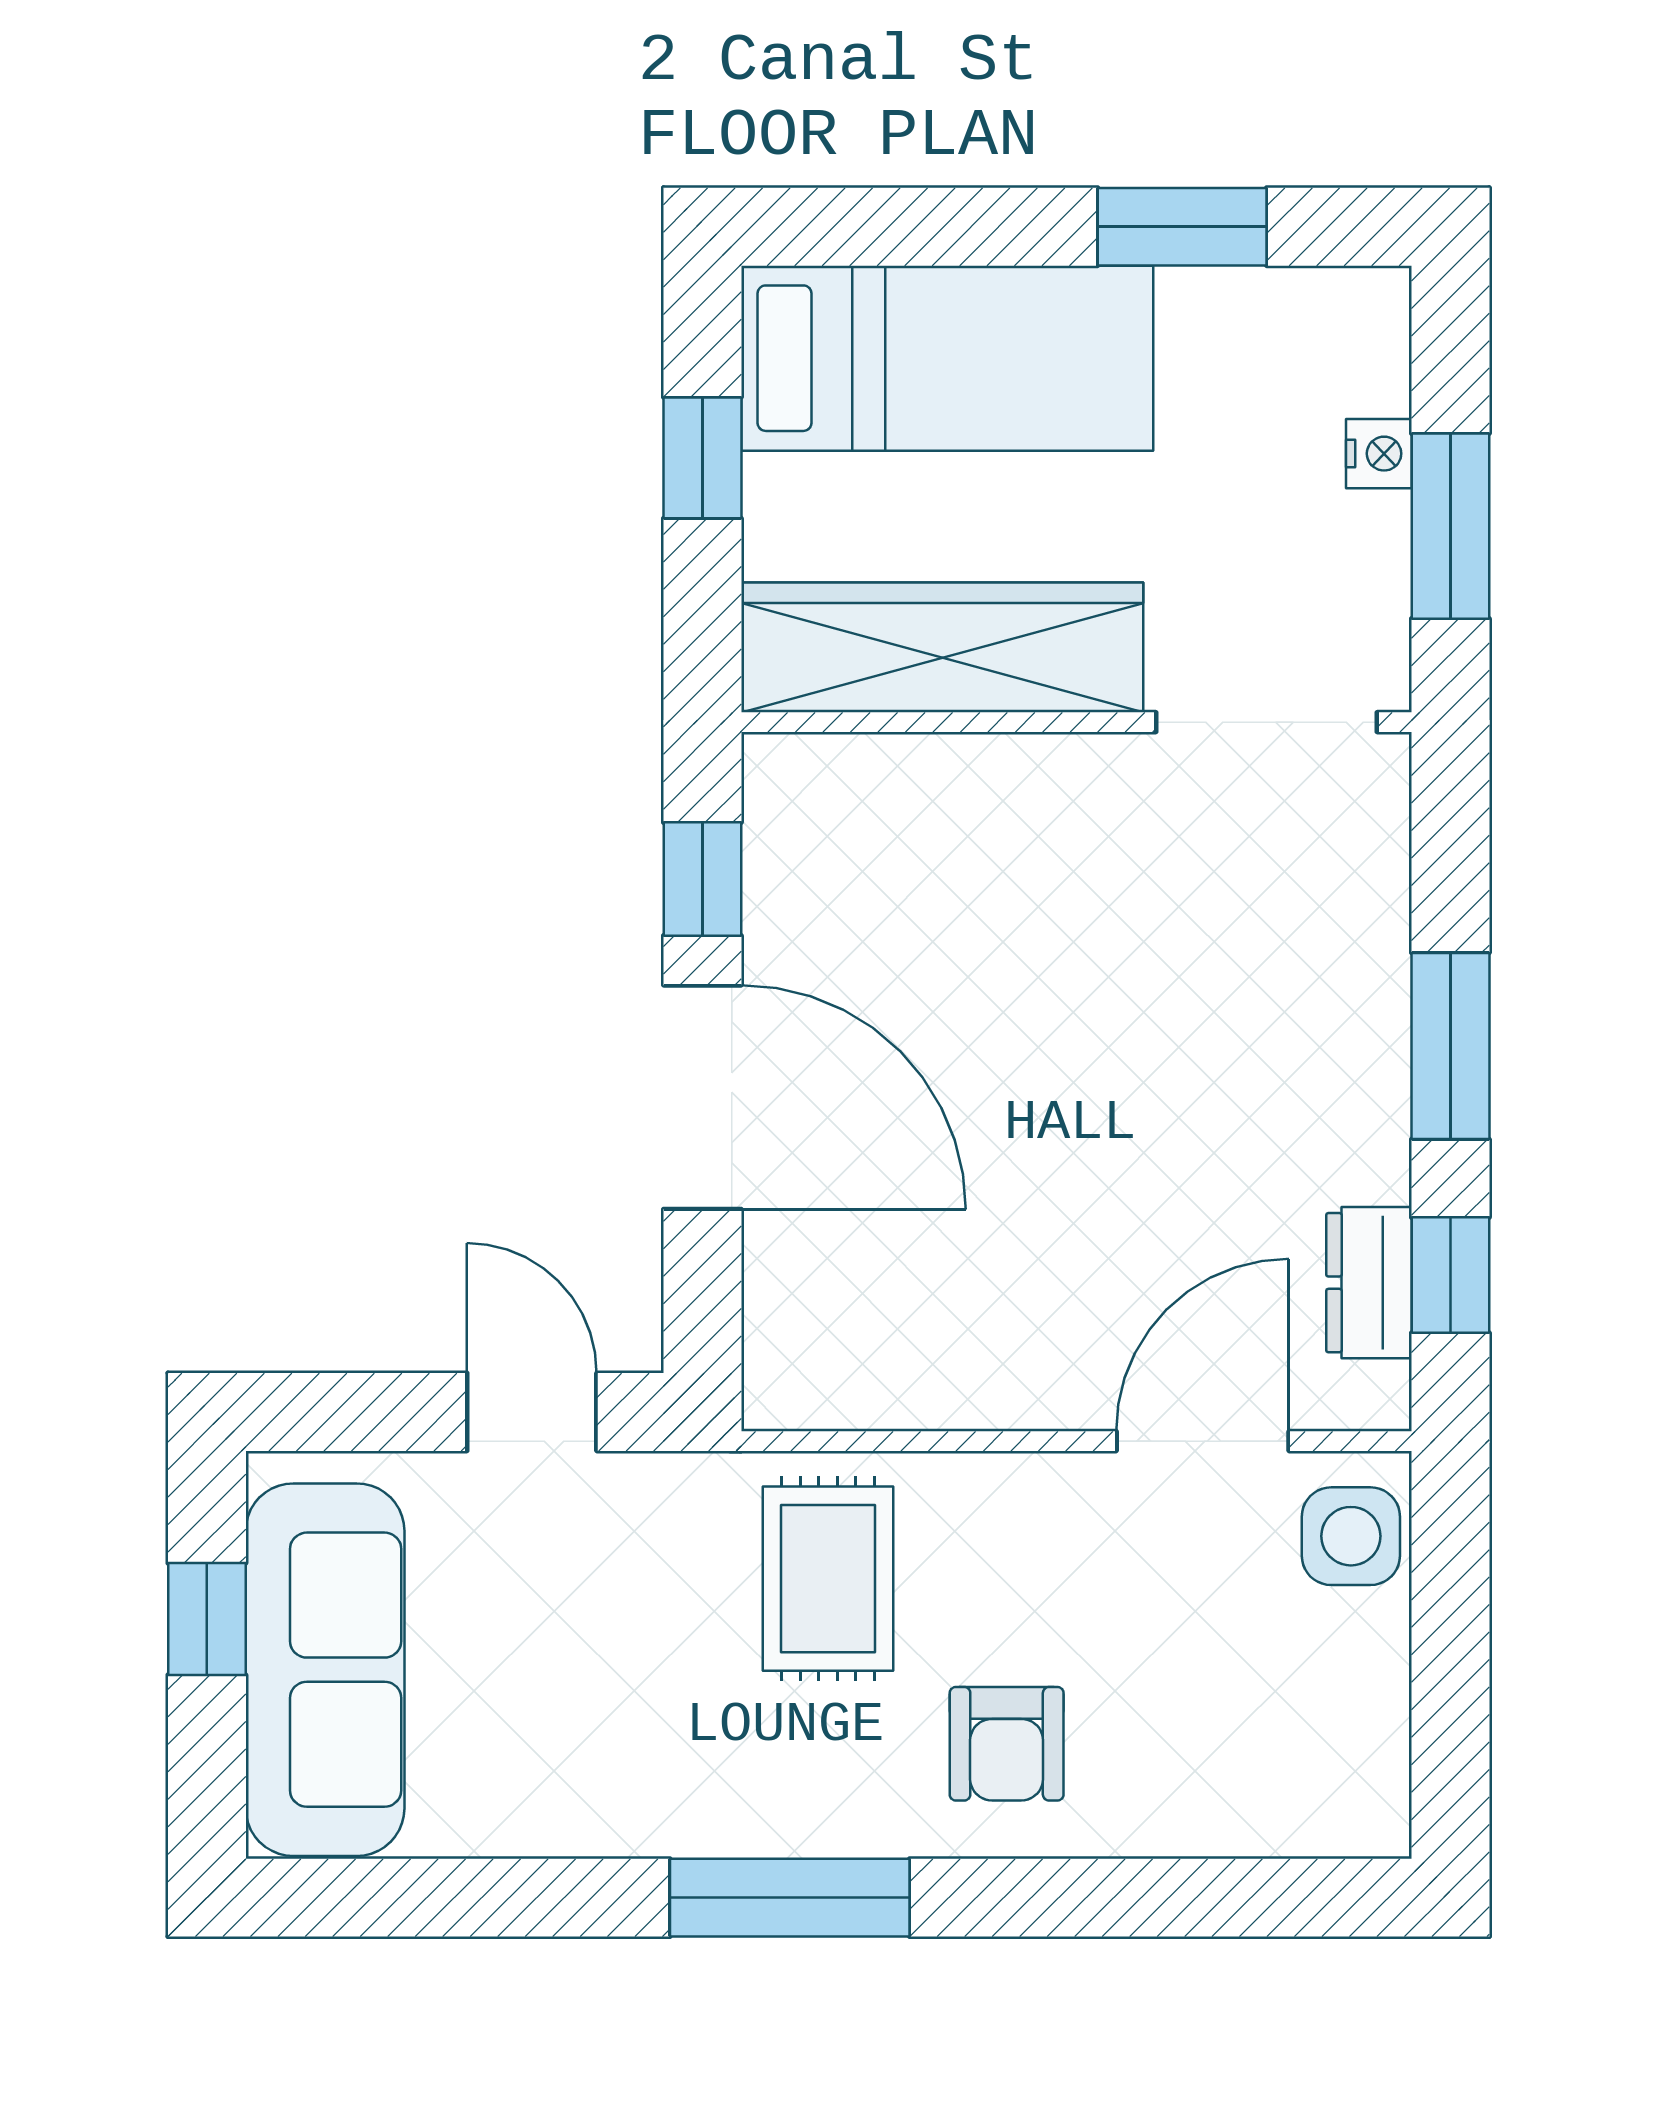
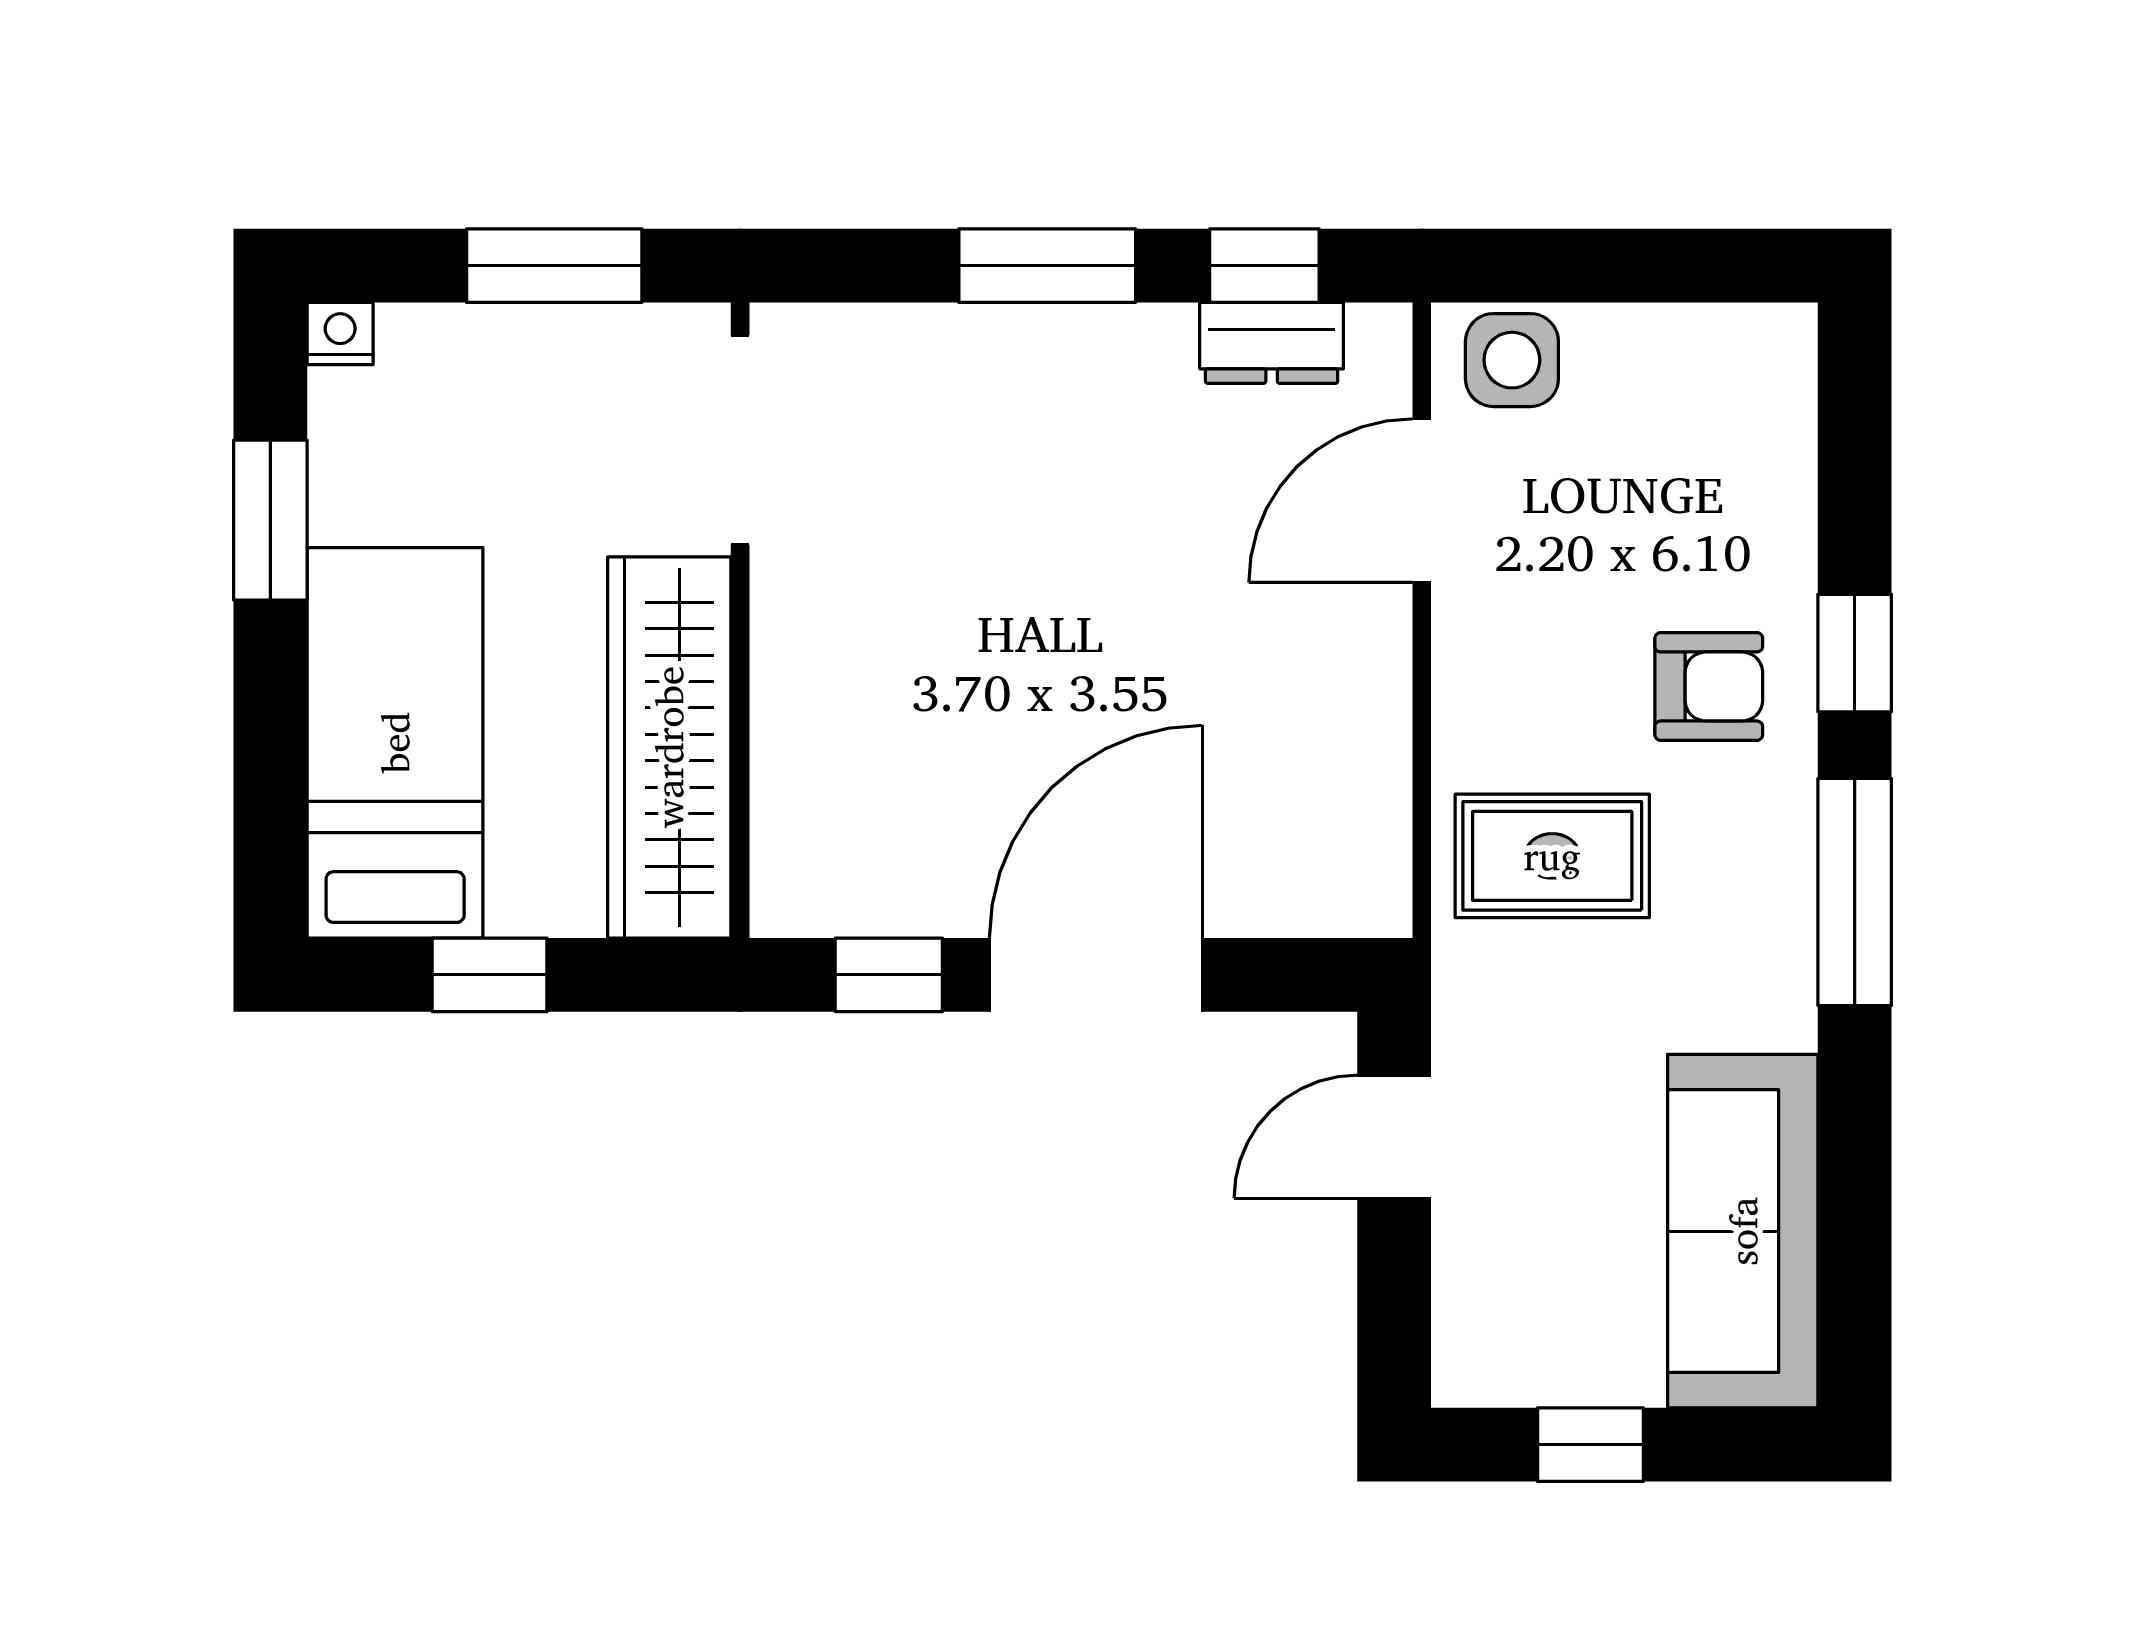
nightstand: (1379, 454) -> (340, 334), moved
door: (1203, 1441) -> (1422, 501), hinge flipped
sofa: (325, 1670) -> (1743, 1231), moved, turned -90
window: (1042, 1898) -> (1855, 653), added

